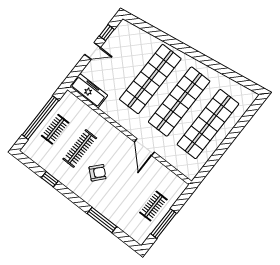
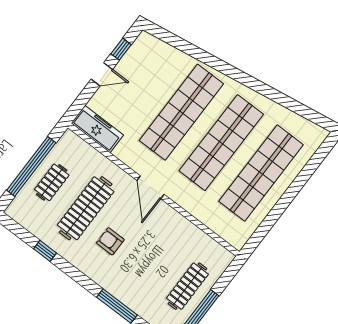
door: (144, 147) -> (150, 187), moved
clothes rail: (80, 148) -> (86, 208), width x1.37, depth x1.31
armchair: (98, 173) -> (110, 241), turned -132
clothes rail: (153, 206) -> (187, 286), width x1.36

